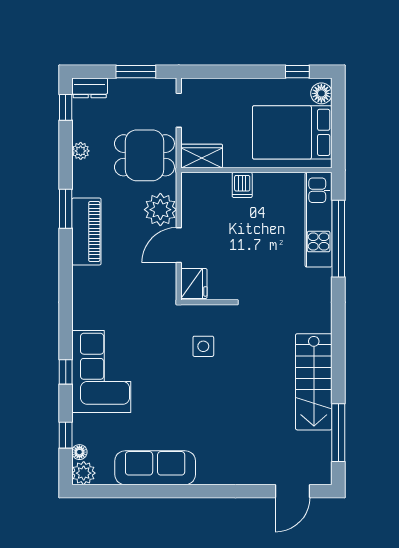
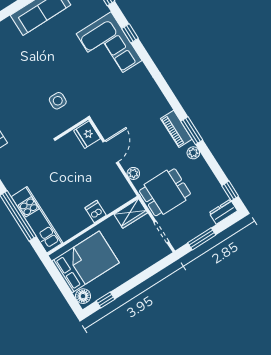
plant: (81, 151) -> (193, 153), moved
plant: (160, 210) -> (133, 173), width x0.53, depth x0.53
piano: (86, 231) -> (176, 129), width x0.73, depth x0.75

